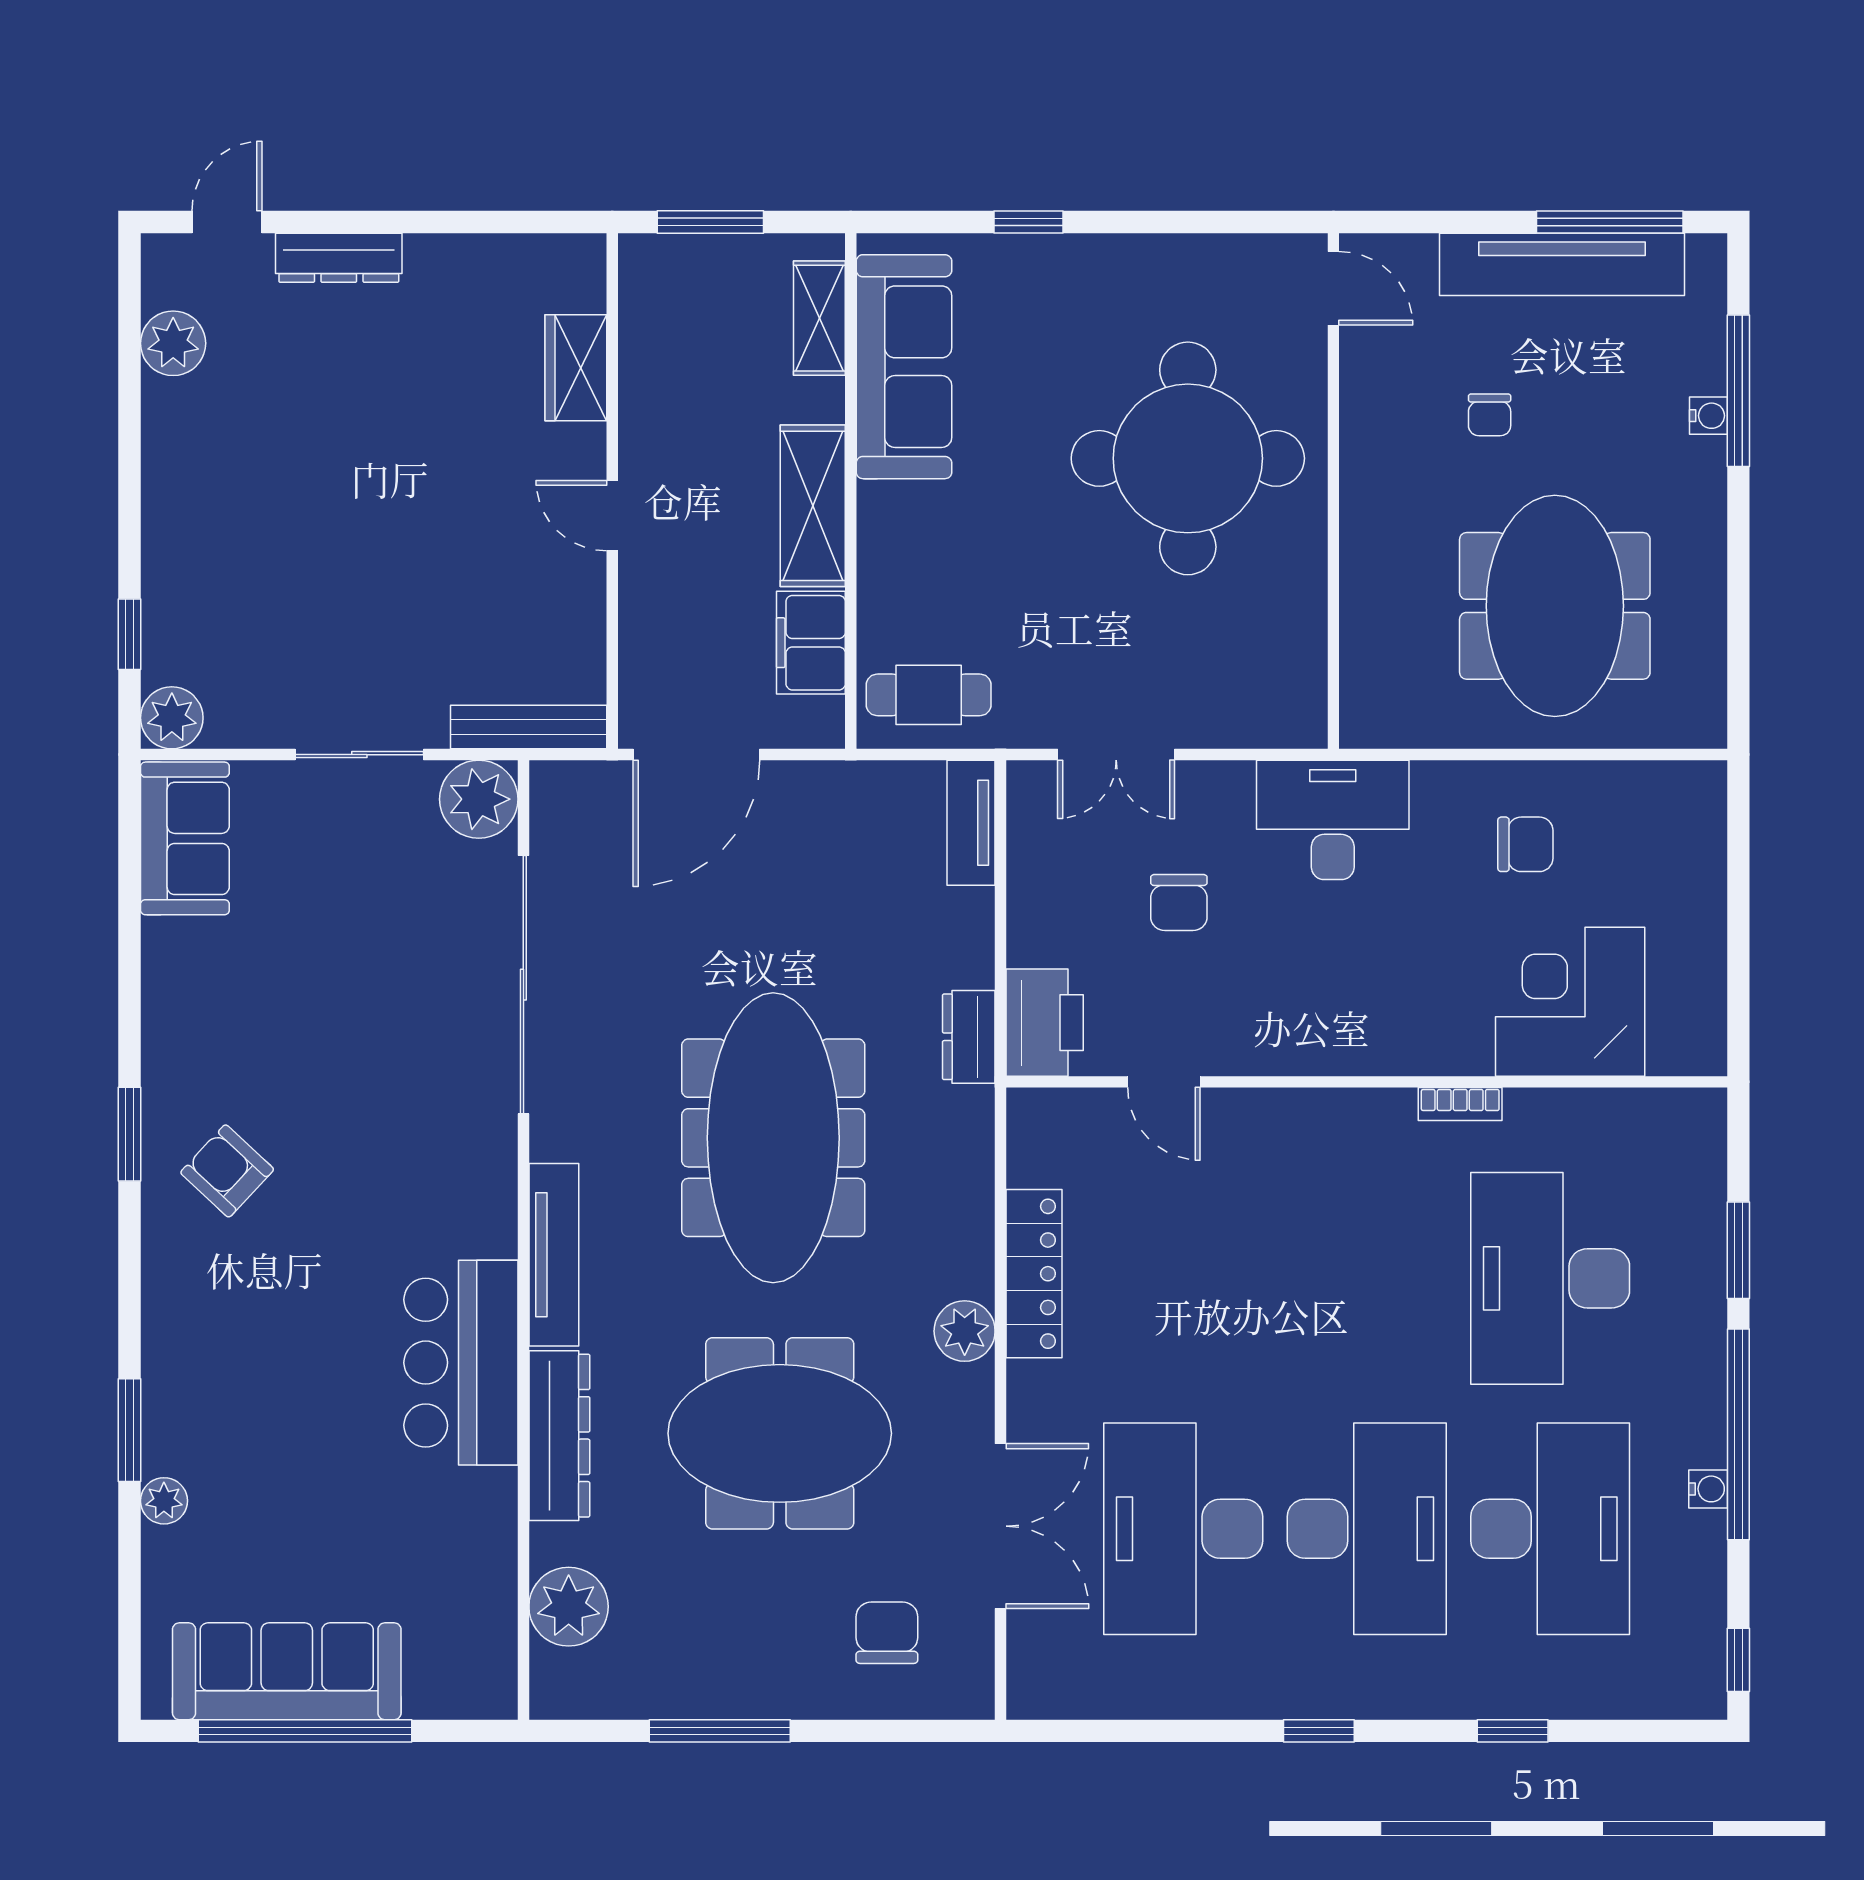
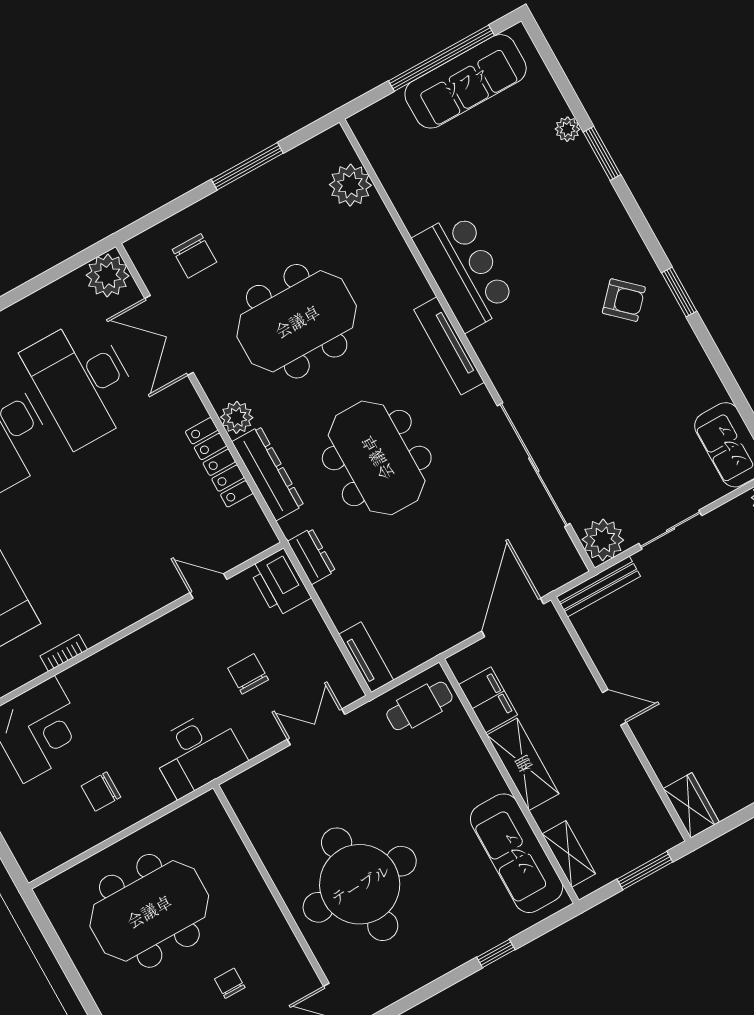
wardrobe: (576, 368) -> (691, 805), moved
meeting table: (1555, 606) -> (149, 911), turned 90
meeting table: (773, 1138) -> (377, 458), width x0.73
dresser: (559, 1436) -> (268, 473), moved, turned 180
desk: (1183, 1529) -> (83, 382), turned 180
plant: (1046, 1679) -> (108, 276), added

